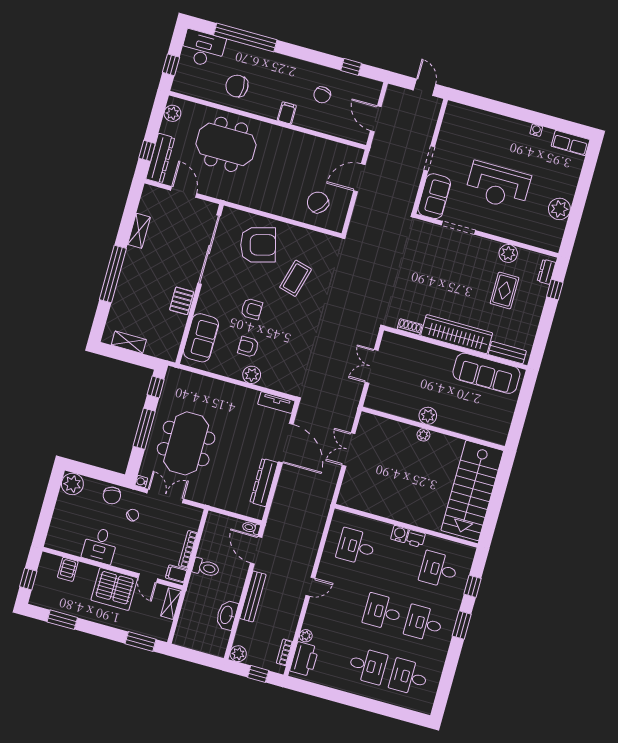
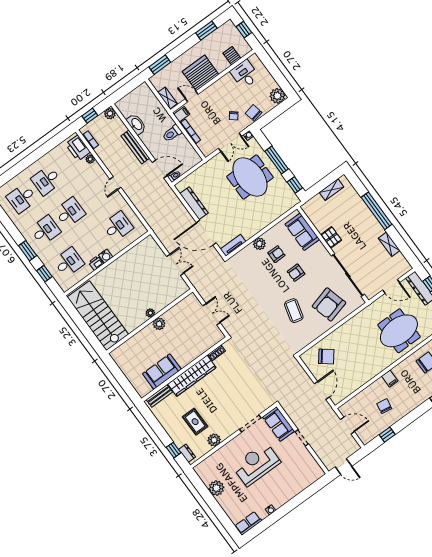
sofa: (486, 373) -> (162, 372), width x0.73
desk: (100, 545) -> (245, 74), moved
desk: (409, 677) -> (22, 198), turned 180

